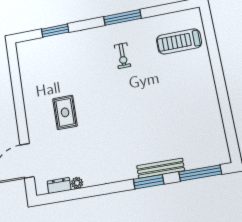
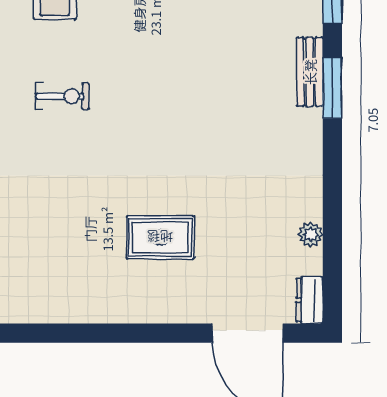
bench: (161, 168) -> (310, 72), width x0.73
dresser: (59, 186) -> (310, 300), moved

